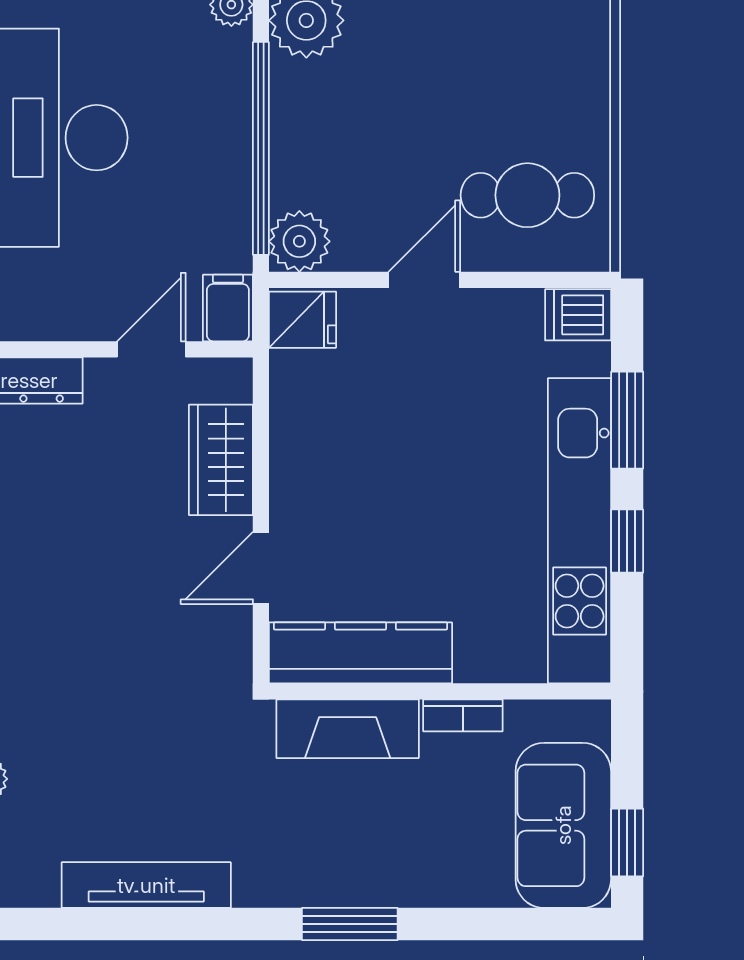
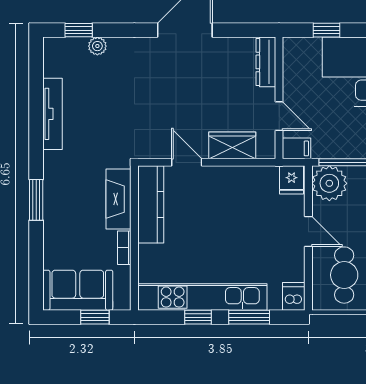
plant: (299, 241) -> (329, 183), width x1.36, depth x1.36
window: (627, 842) -> (95, 317), moved

